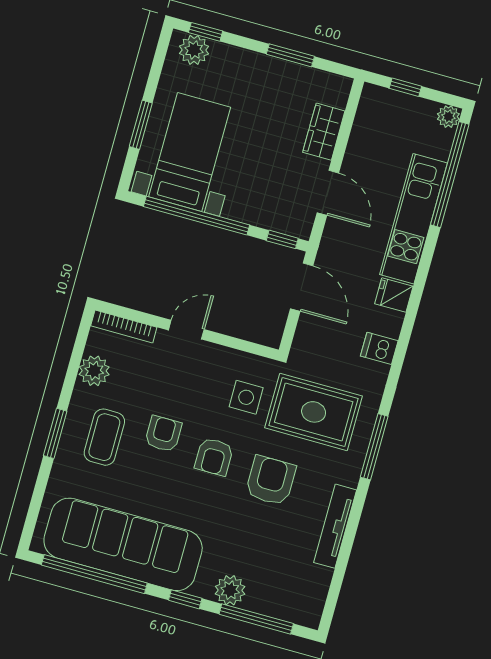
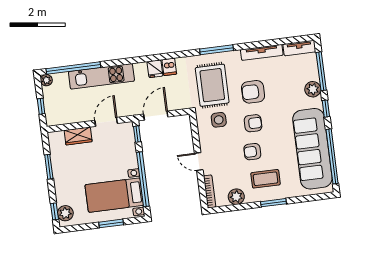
fridge: (394, 295) -> (155, 69), moved
tv unit: (315, 597) -> (299, 48), added

